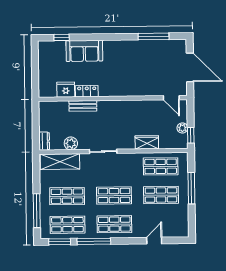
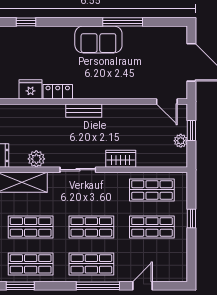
window: (154, 36) -> (123, 22), moved
sofa: (84, 51) -> (98, 40), moved
bench: (83, 106) -> (84, 111), moved
window: (191, 135) -> (191, 130), moved
wardrobe: (147, 142) -> (121, 159), moved
window: (191, 188) -> (191, 219), width x0.46
window: (94, 241) -> (98, 286), moved

